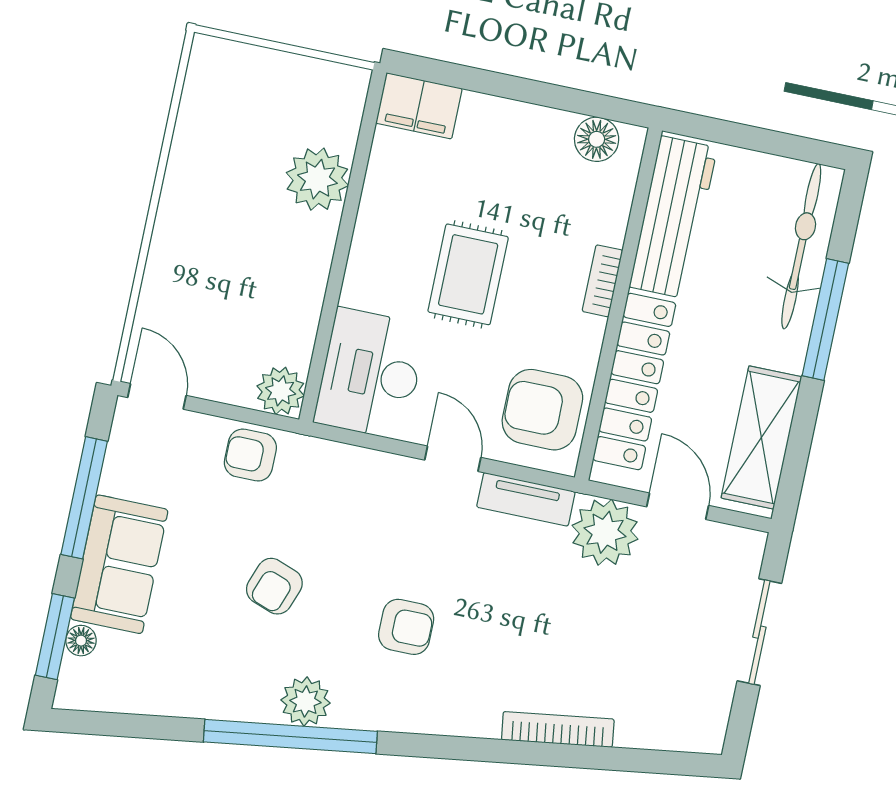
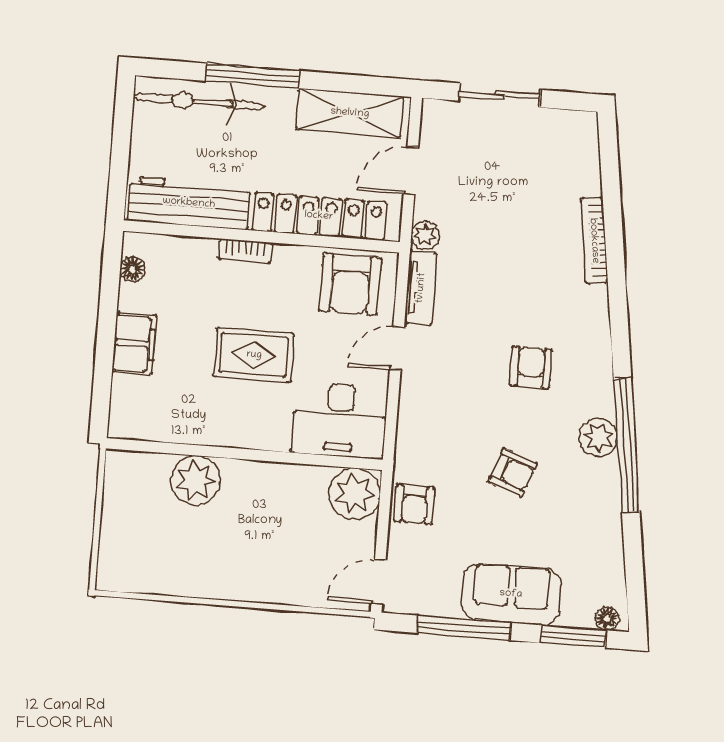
filing cabinet: (419, 106) -> (134, 343), moved
floor lamp: (597, 139) -> (132, 269), width x0.73, depth x0.73
plant: (281, 391) -> (355, 494), width x1.36, depth x1.36
plant: (605, 532) -> (425, 235), width x0.53, depth x0.53
floor lamp: (81, 641) -> (607, 619), moved

